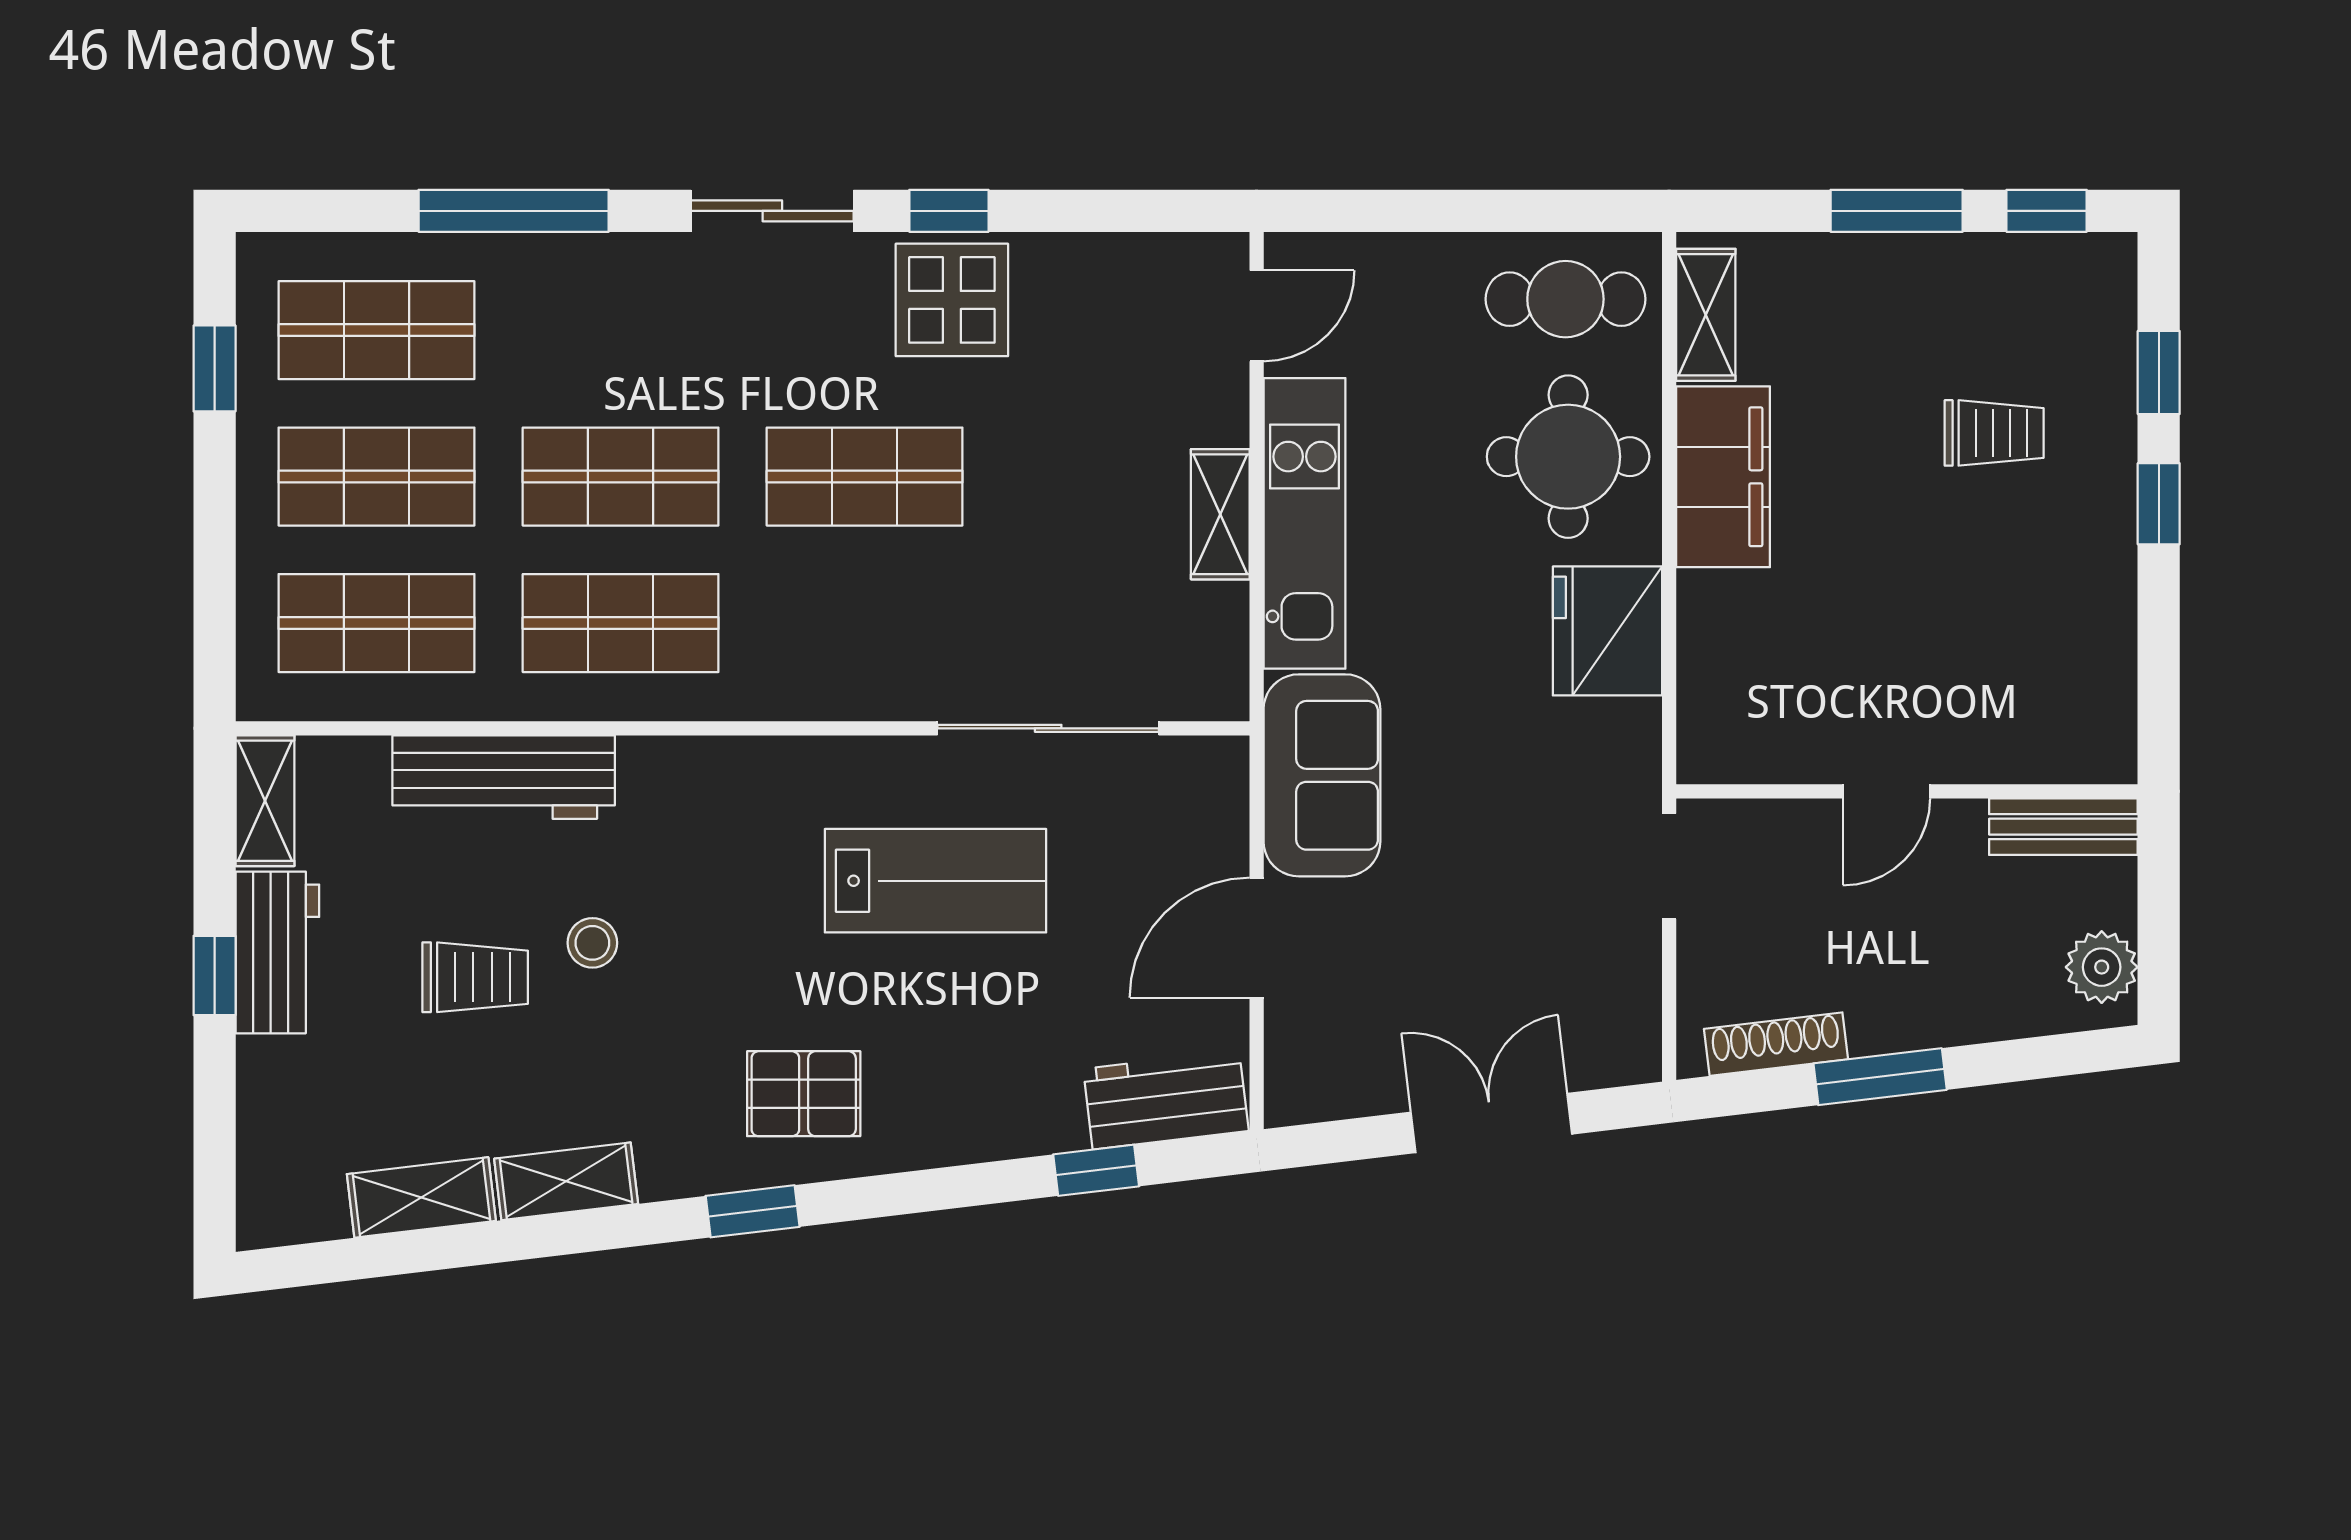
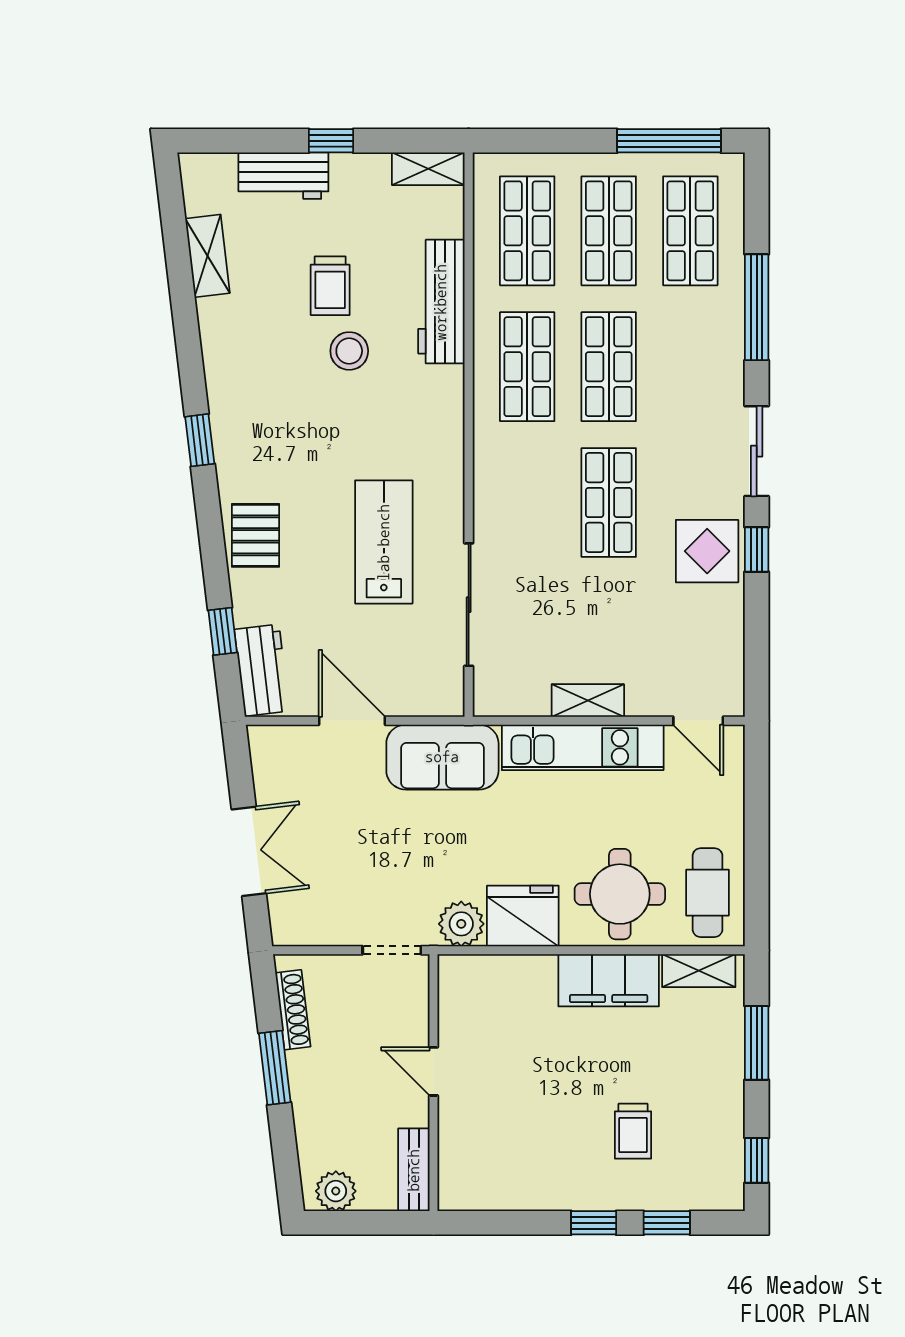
window: (1897, 211) -> (757, 1043), moved
window: (215, 368) -> (669, 141), width x2.17
plant: (1622, 742) -> (461, 924), added
lab bench: (935, 881) -> (384, 542), turned 180
stool: (592, 943) -> (349, 351), width x1.37, depth x1.37
workbench: (277, 952) -> (283, 176), moved
pallet: (804, 1094) -> (255, 535), moved
shelving: (566, 1181) -> (217, 336), removed

